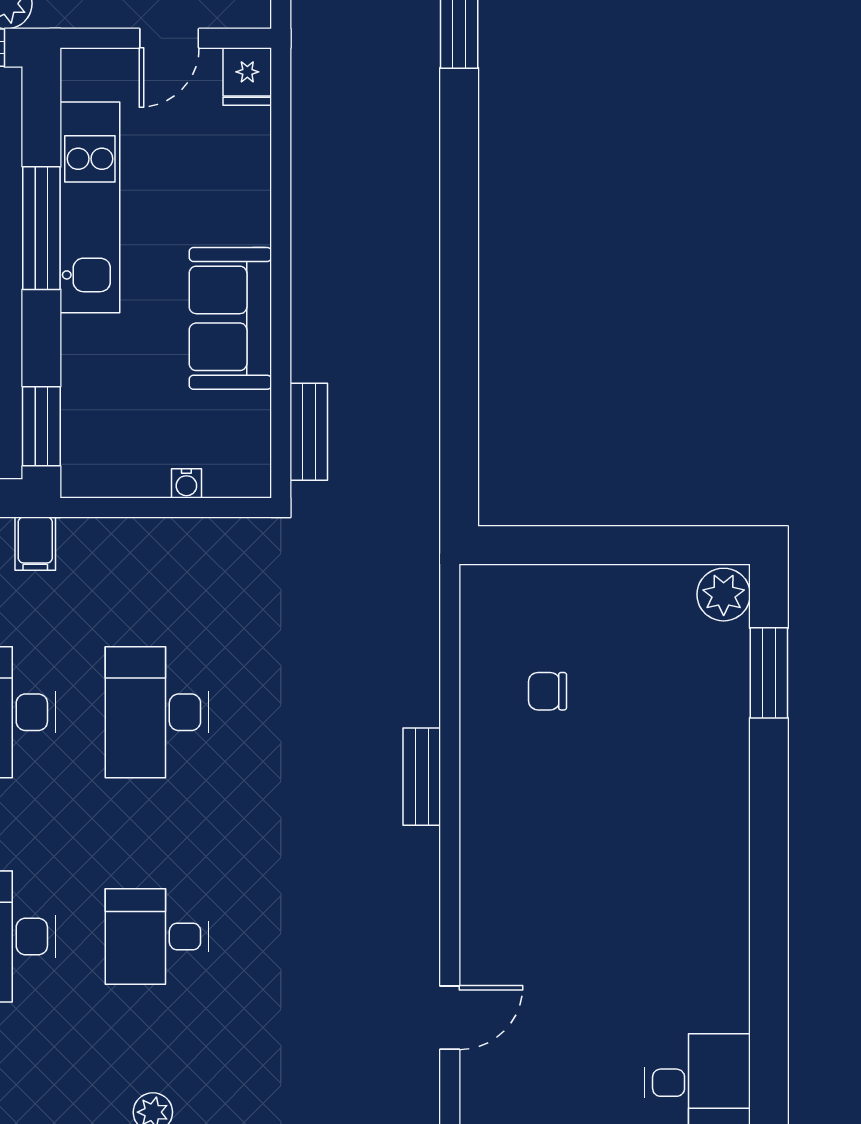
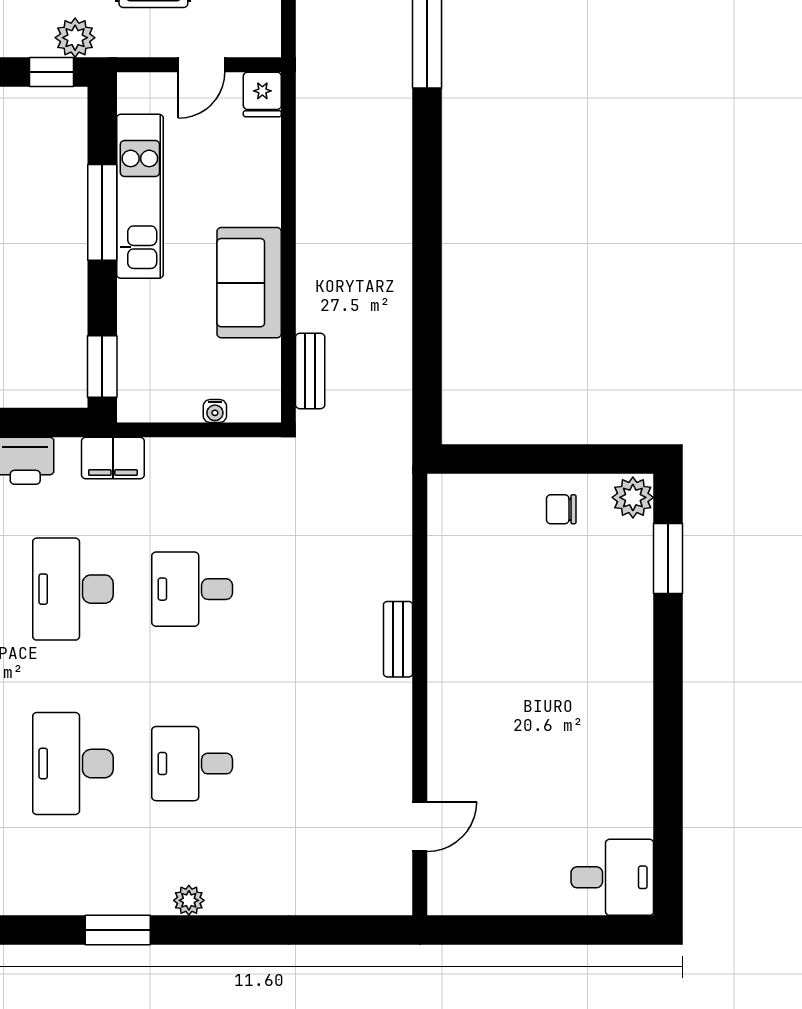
filing cabinet: (35, 544) -> (113, 458), width x2.00
chair: (548, 691) -> (561, 509), moved
desk: (157, 712) -> (192, 589), width x0.73

